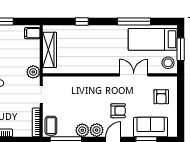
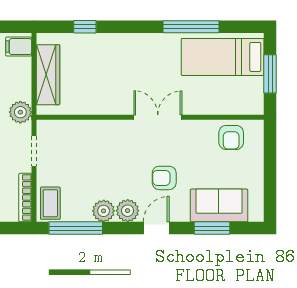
window: (82, 21) -> (85, 27), moved
stool: (168, 63) -> (249, 97), removed
double door: (134, 75) -> (158, 117), moved
armchair: (161, 97) -> (231, 137), moved
armchair: (118, 111) -> (164, 178), turned 180

